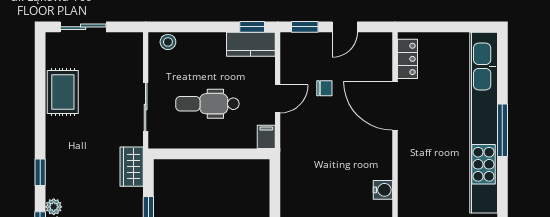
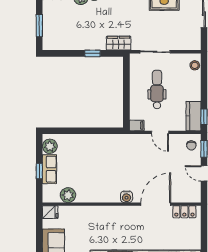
chair: (324, 88) -> (191, 145), moved
water cooler: (383, 190) -> (127, 197), moved

